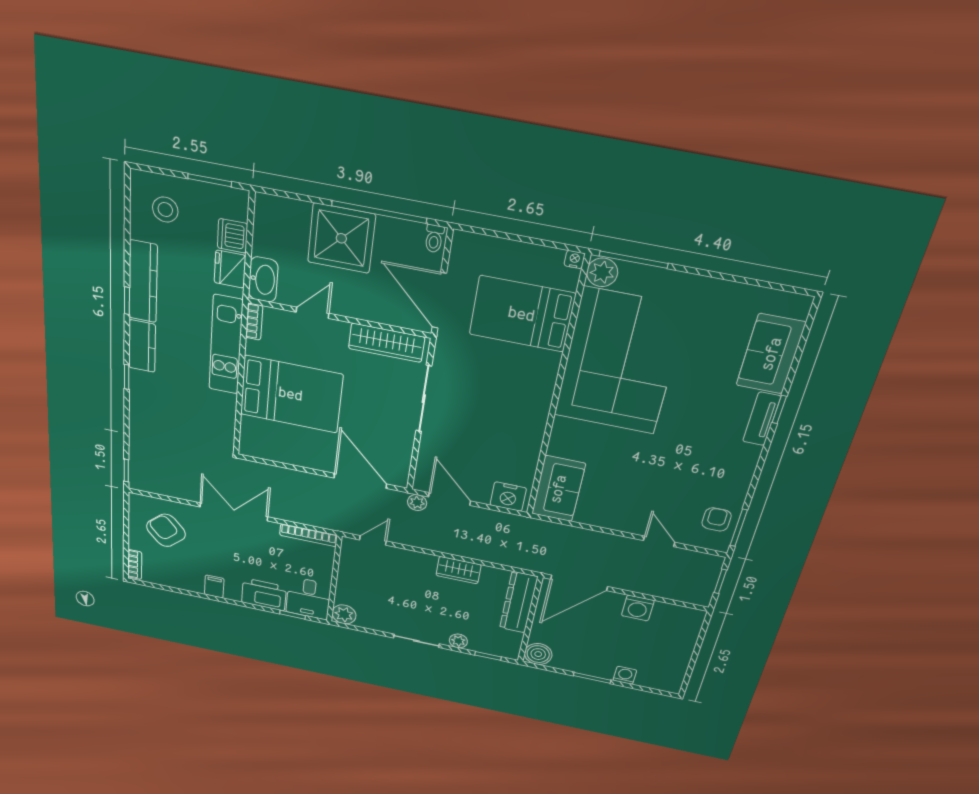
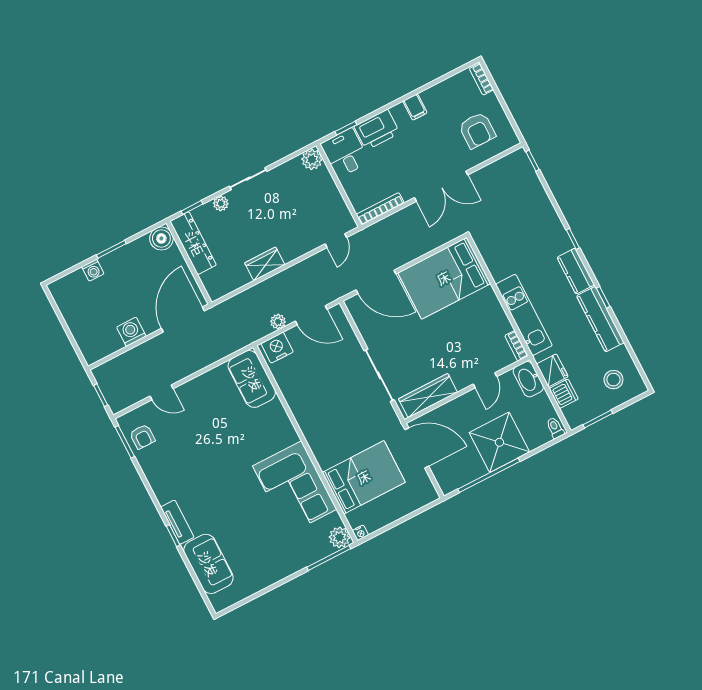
toilet: (434, 239) -> (555, 428), moved
corner sofa: (619, 362) -> (295, 488), width x0.73, depth x0.74
bed: (291, 394) -> (444, 278), moved
plant: (417, 503) -> (278, 322), moved
armchair: (166, 530) -> (477, 130), turned 42
dresser: (519, 602) -> (193, 243), moved

